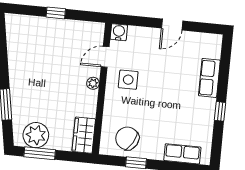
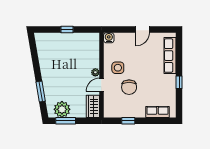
door: (105, 57) -> (101, 85), moved
row of seats: (209, 78) -> (170, 56), width x1.48
chair: (127, 138) -> (129, 87), moved, turned -120

